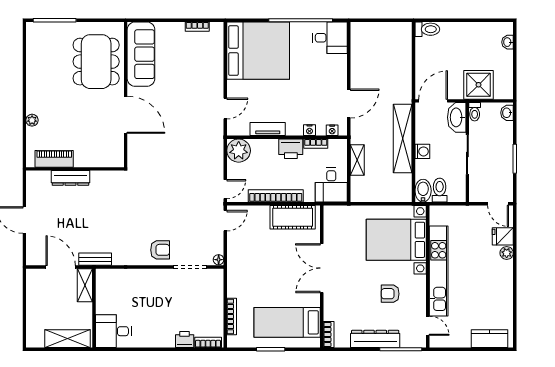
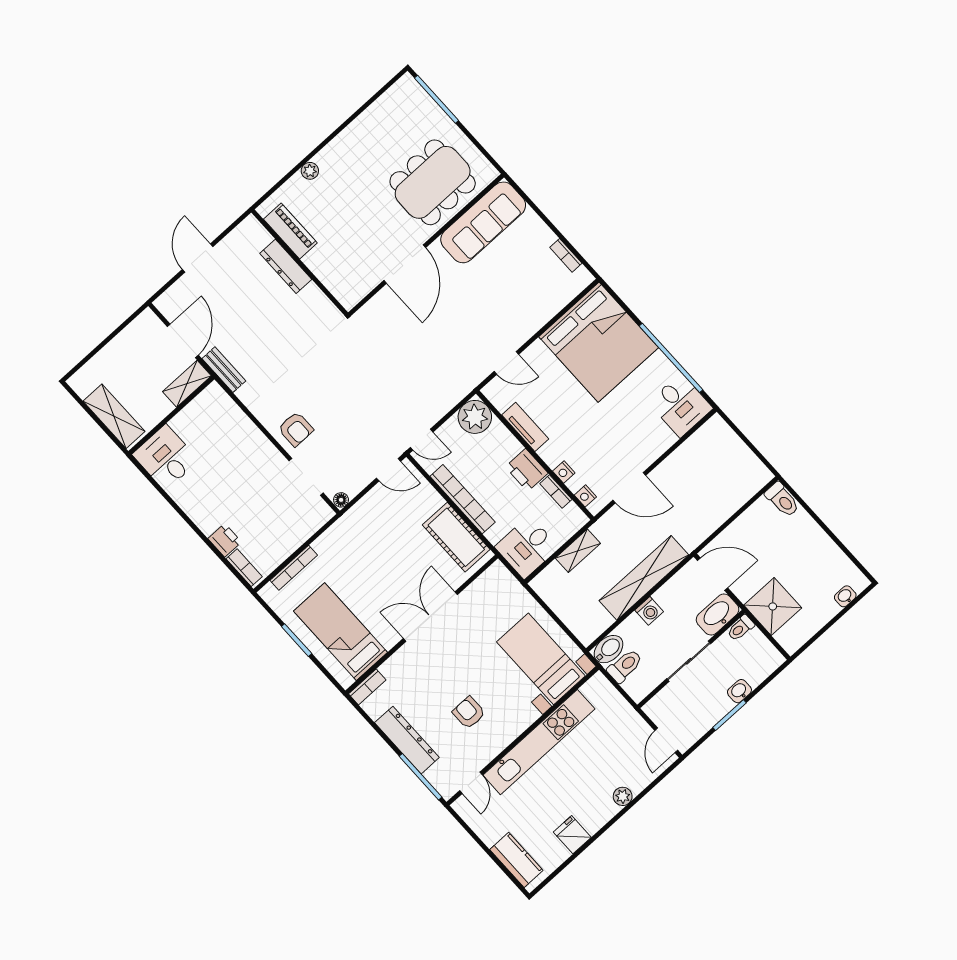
washbasin: (507, 113) -> (739, 691), moved
fridge: (503, 236) -> (572, 835), moved
bed with nightstands: (396, 240) -> (541, 659), width x0.73

